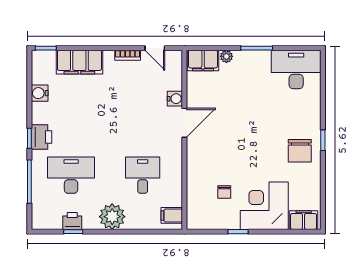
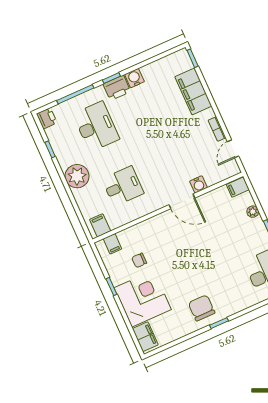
filing cabinet: (203, 61) -> (238, 187), width x0.50
water cooler: (40, 93) -> (134, 78), moved
chair: (300, 151) -> (202, 308), turned 90
filing cabinet: (196, 211) -> (112, 244), added
printer: (72, 221) -> (47, 118), moved

